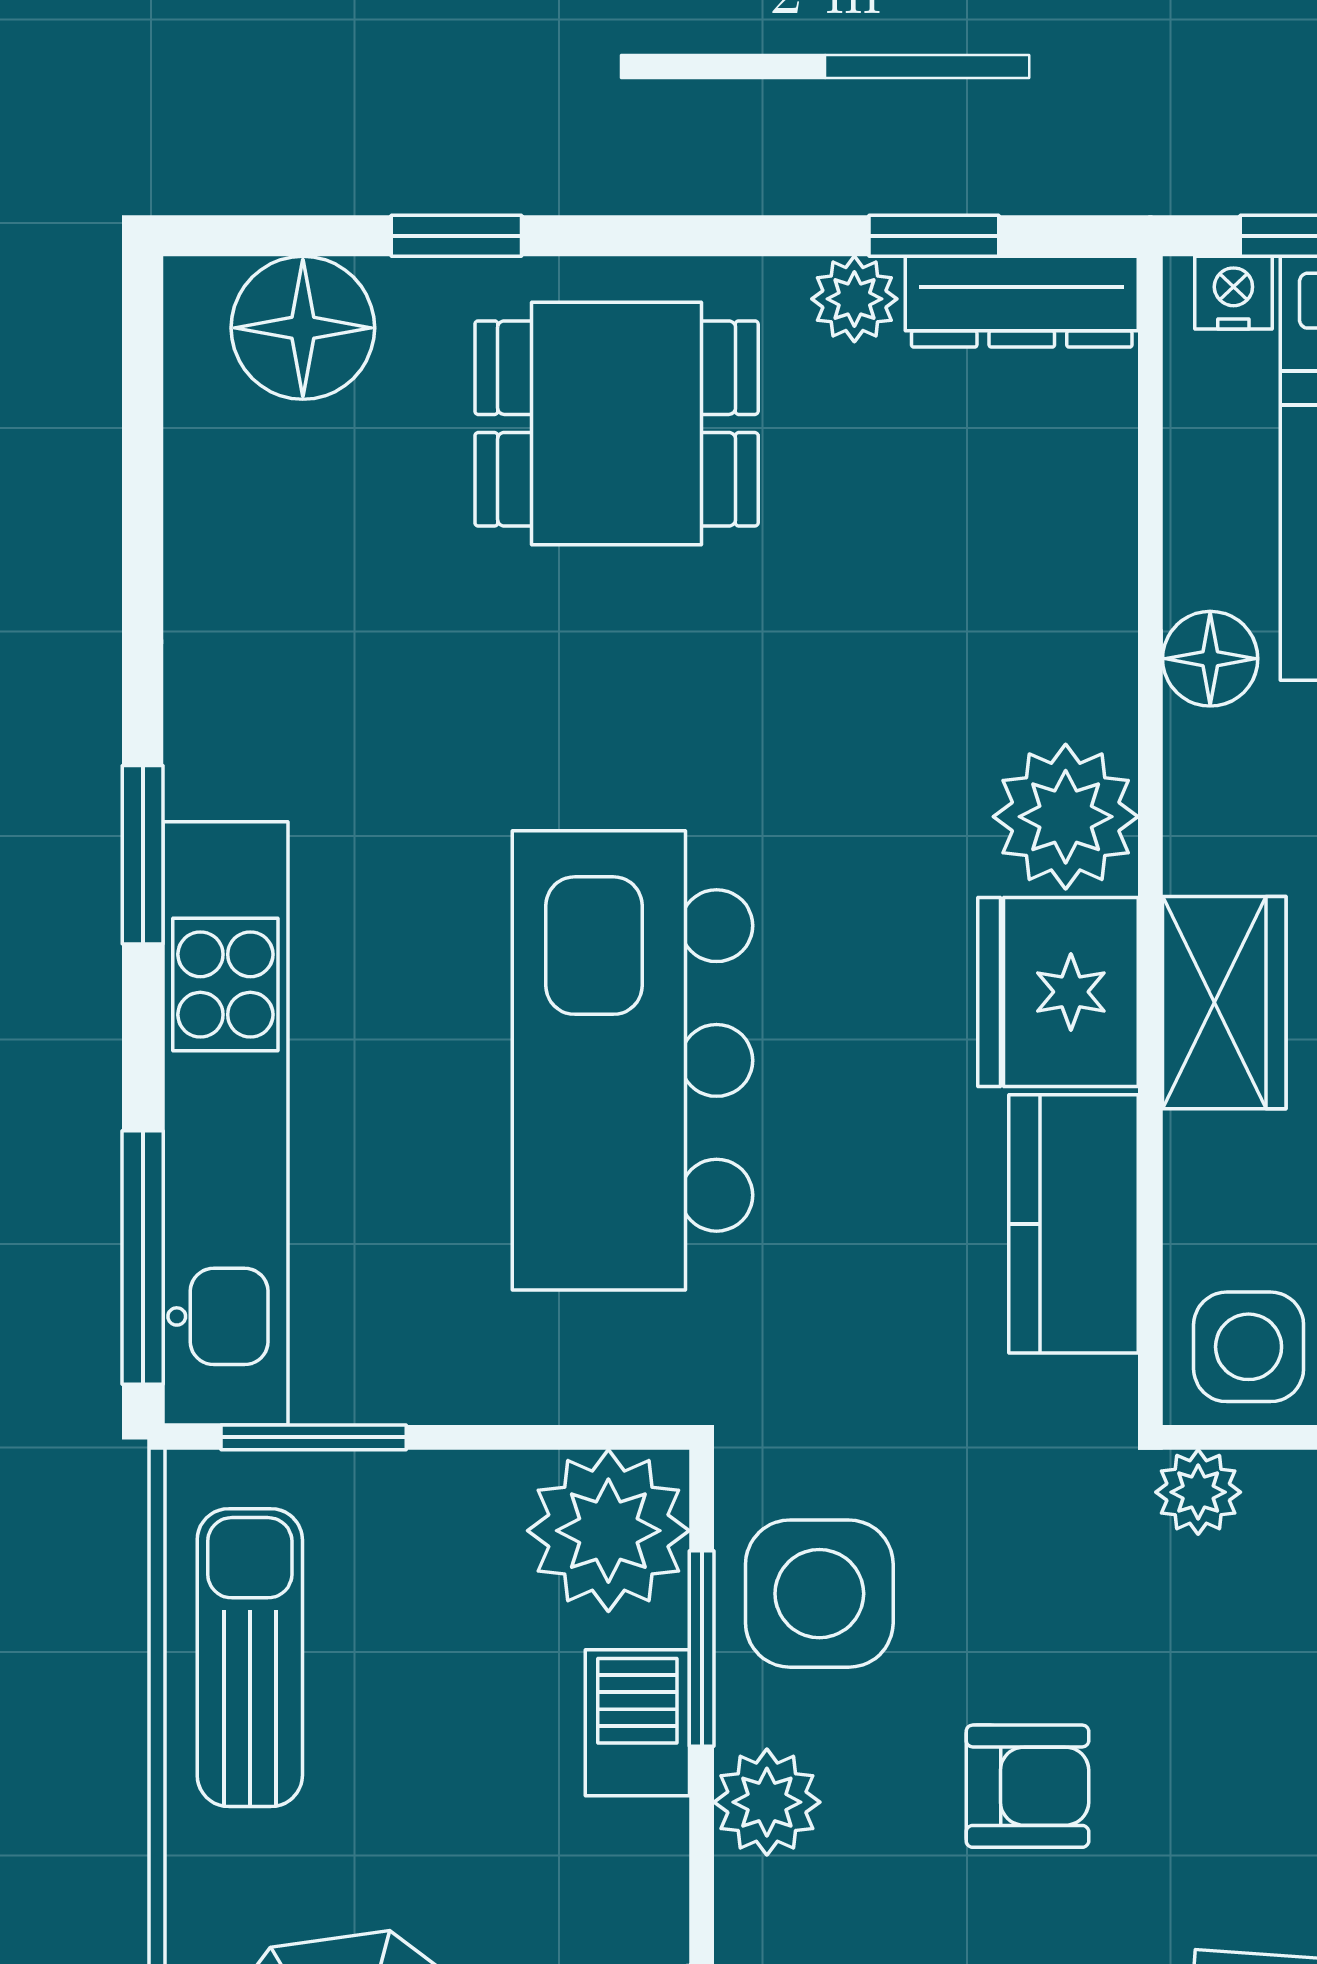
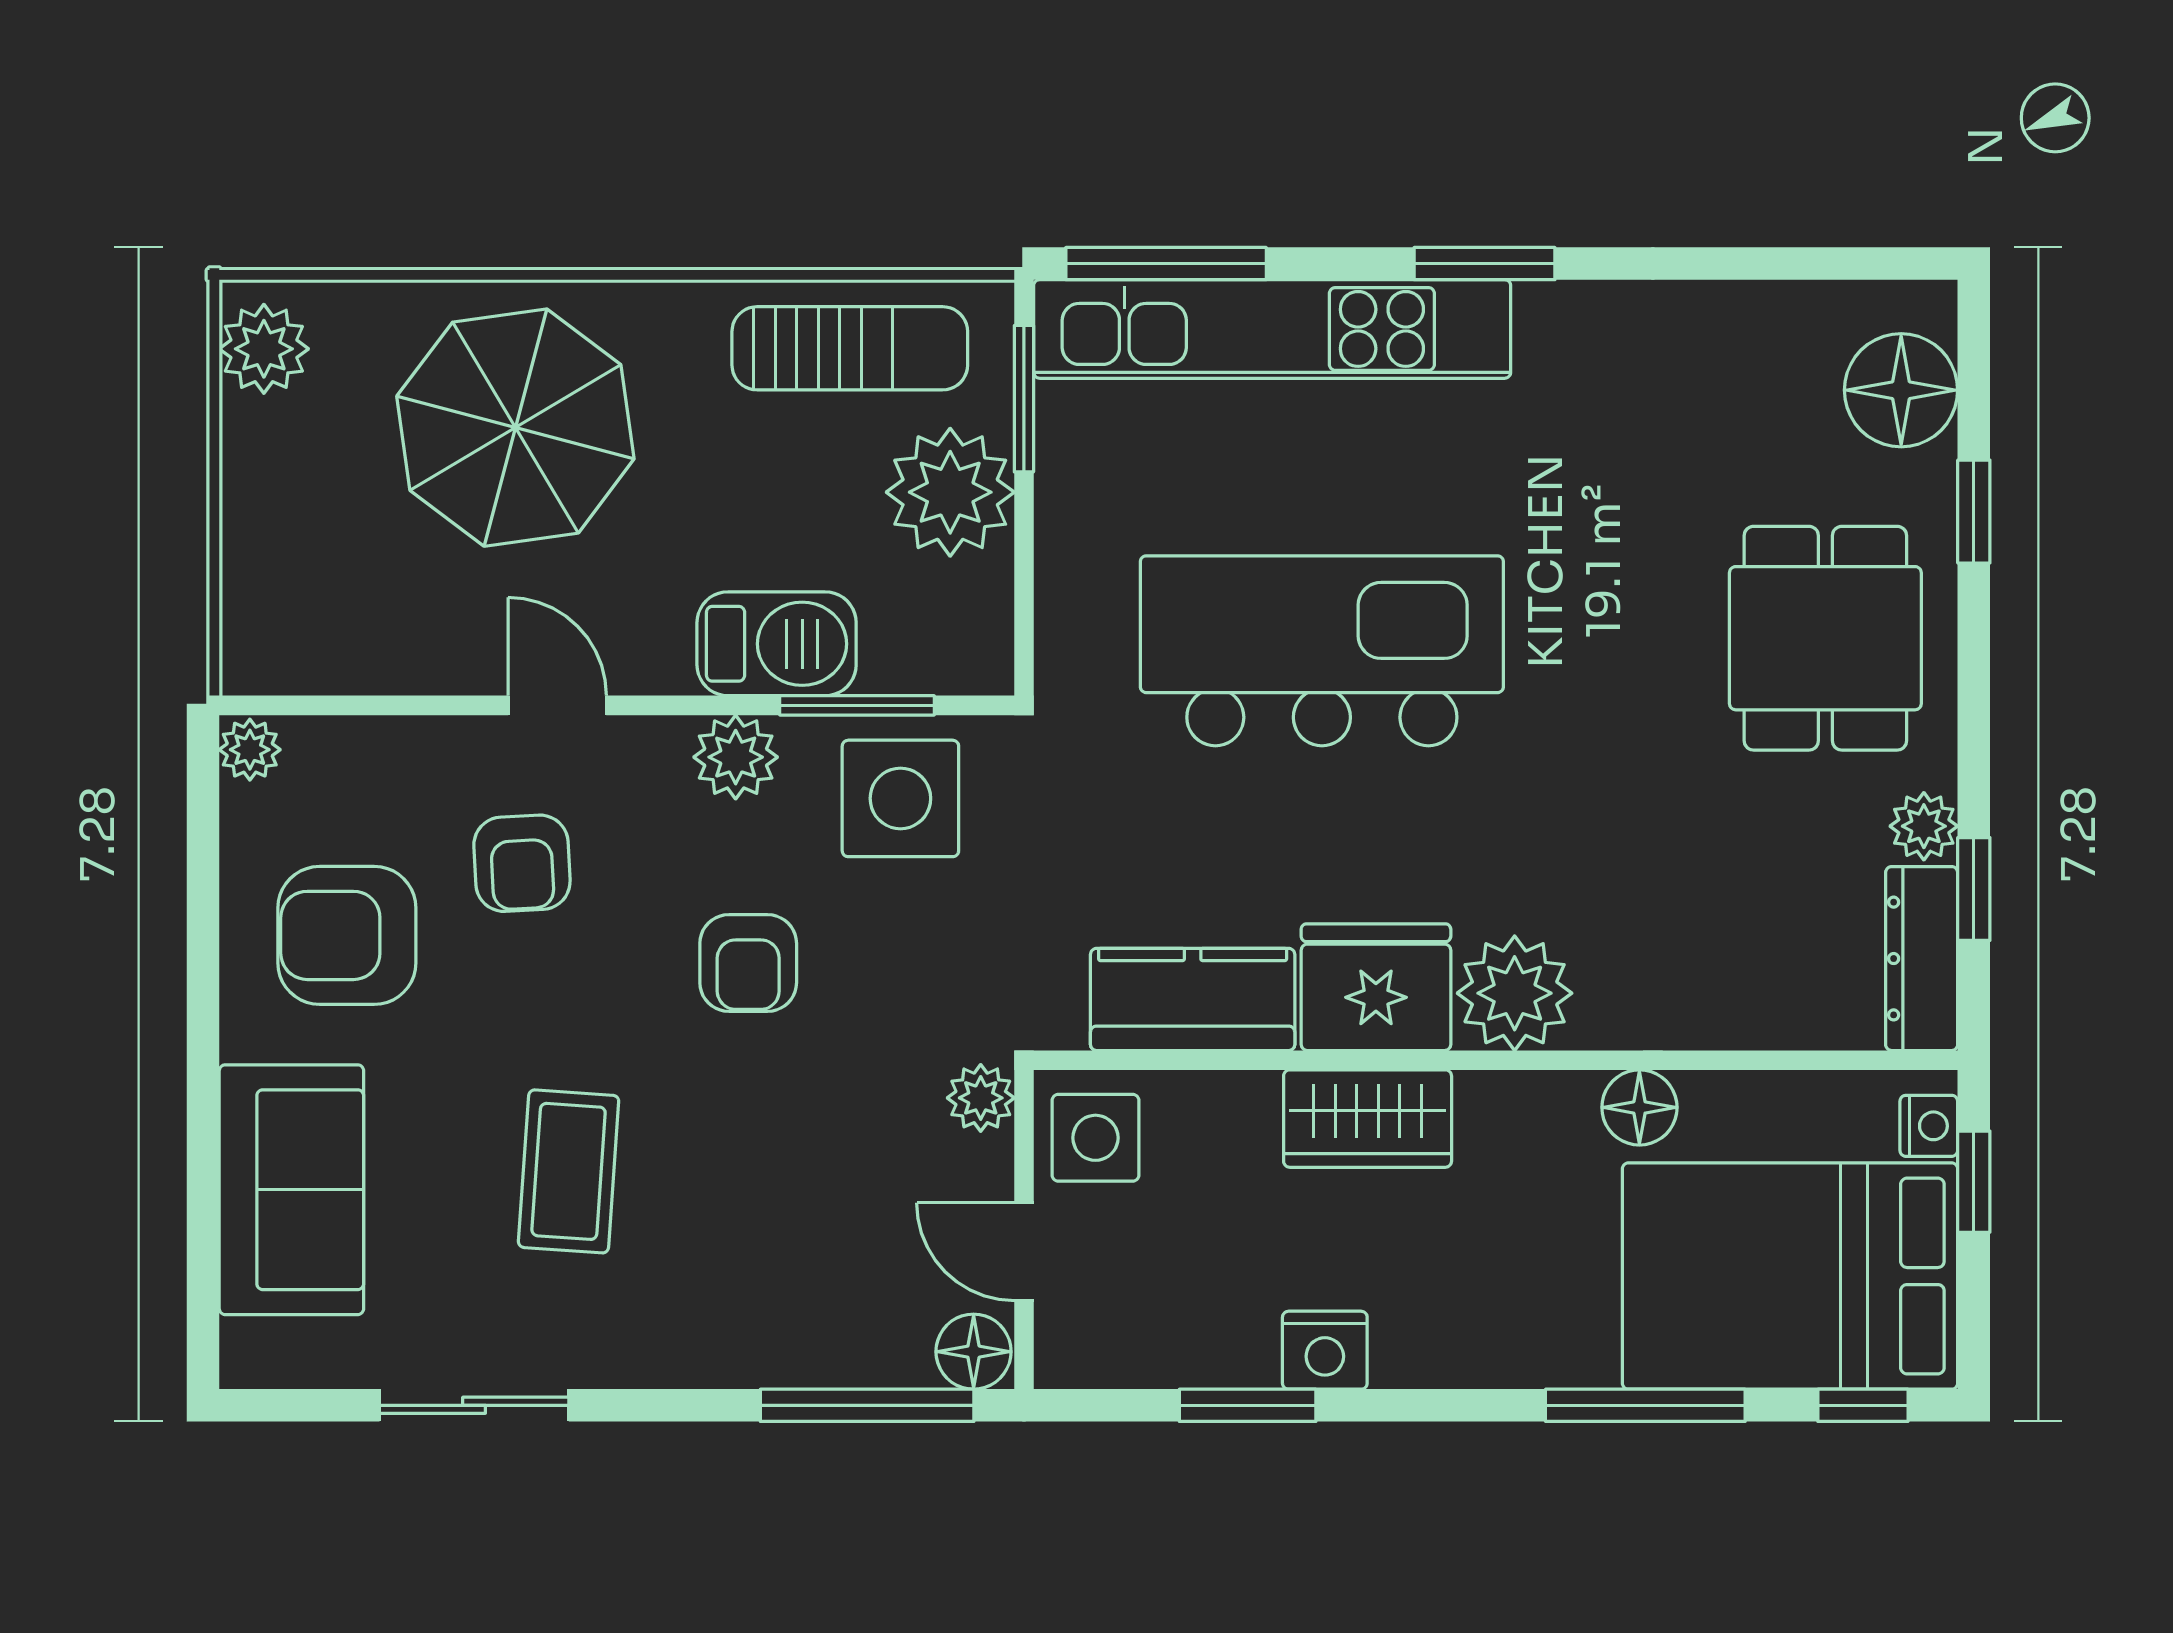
plant: (608, 1531) -> (950, 492), moved
barbecue: (637, 1723) -> (777, 644), width x1.38, depth x1.27

